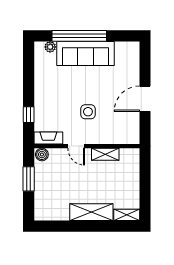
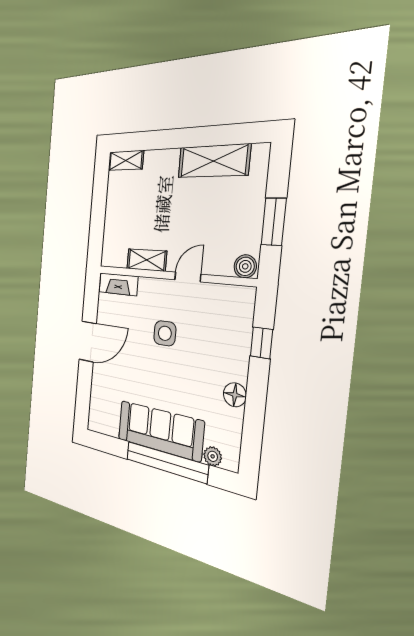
floor lamp: (41, 84) -> (235, 395), added
fireplace: (48, 138) -> (118, 284), moved
door: (76, 146) -> (188, 277), hinge flipped
shelving: (91, 212) -> (213, 161), moved

